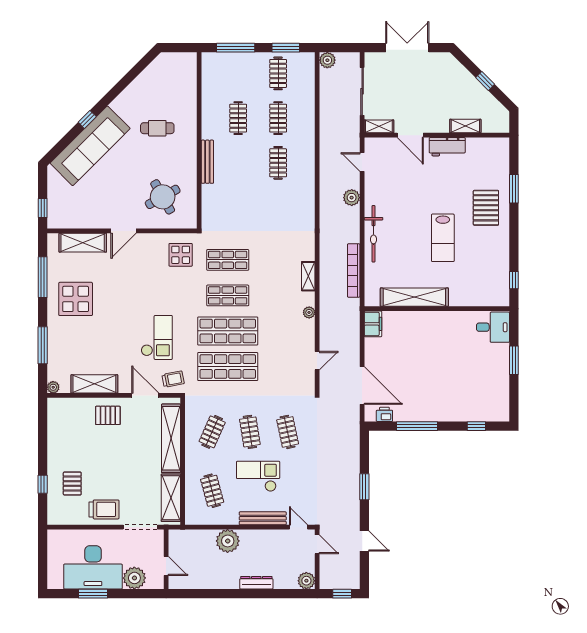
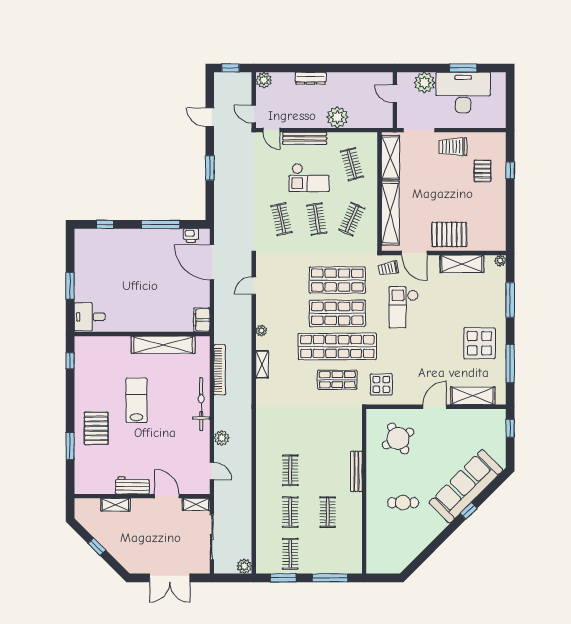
shop shelf: (228, 295) -> (337, 346), width x2.00, depth x1.36
pallet: (108, 415) -> (449, 234), width x1.50, depth x1.42

